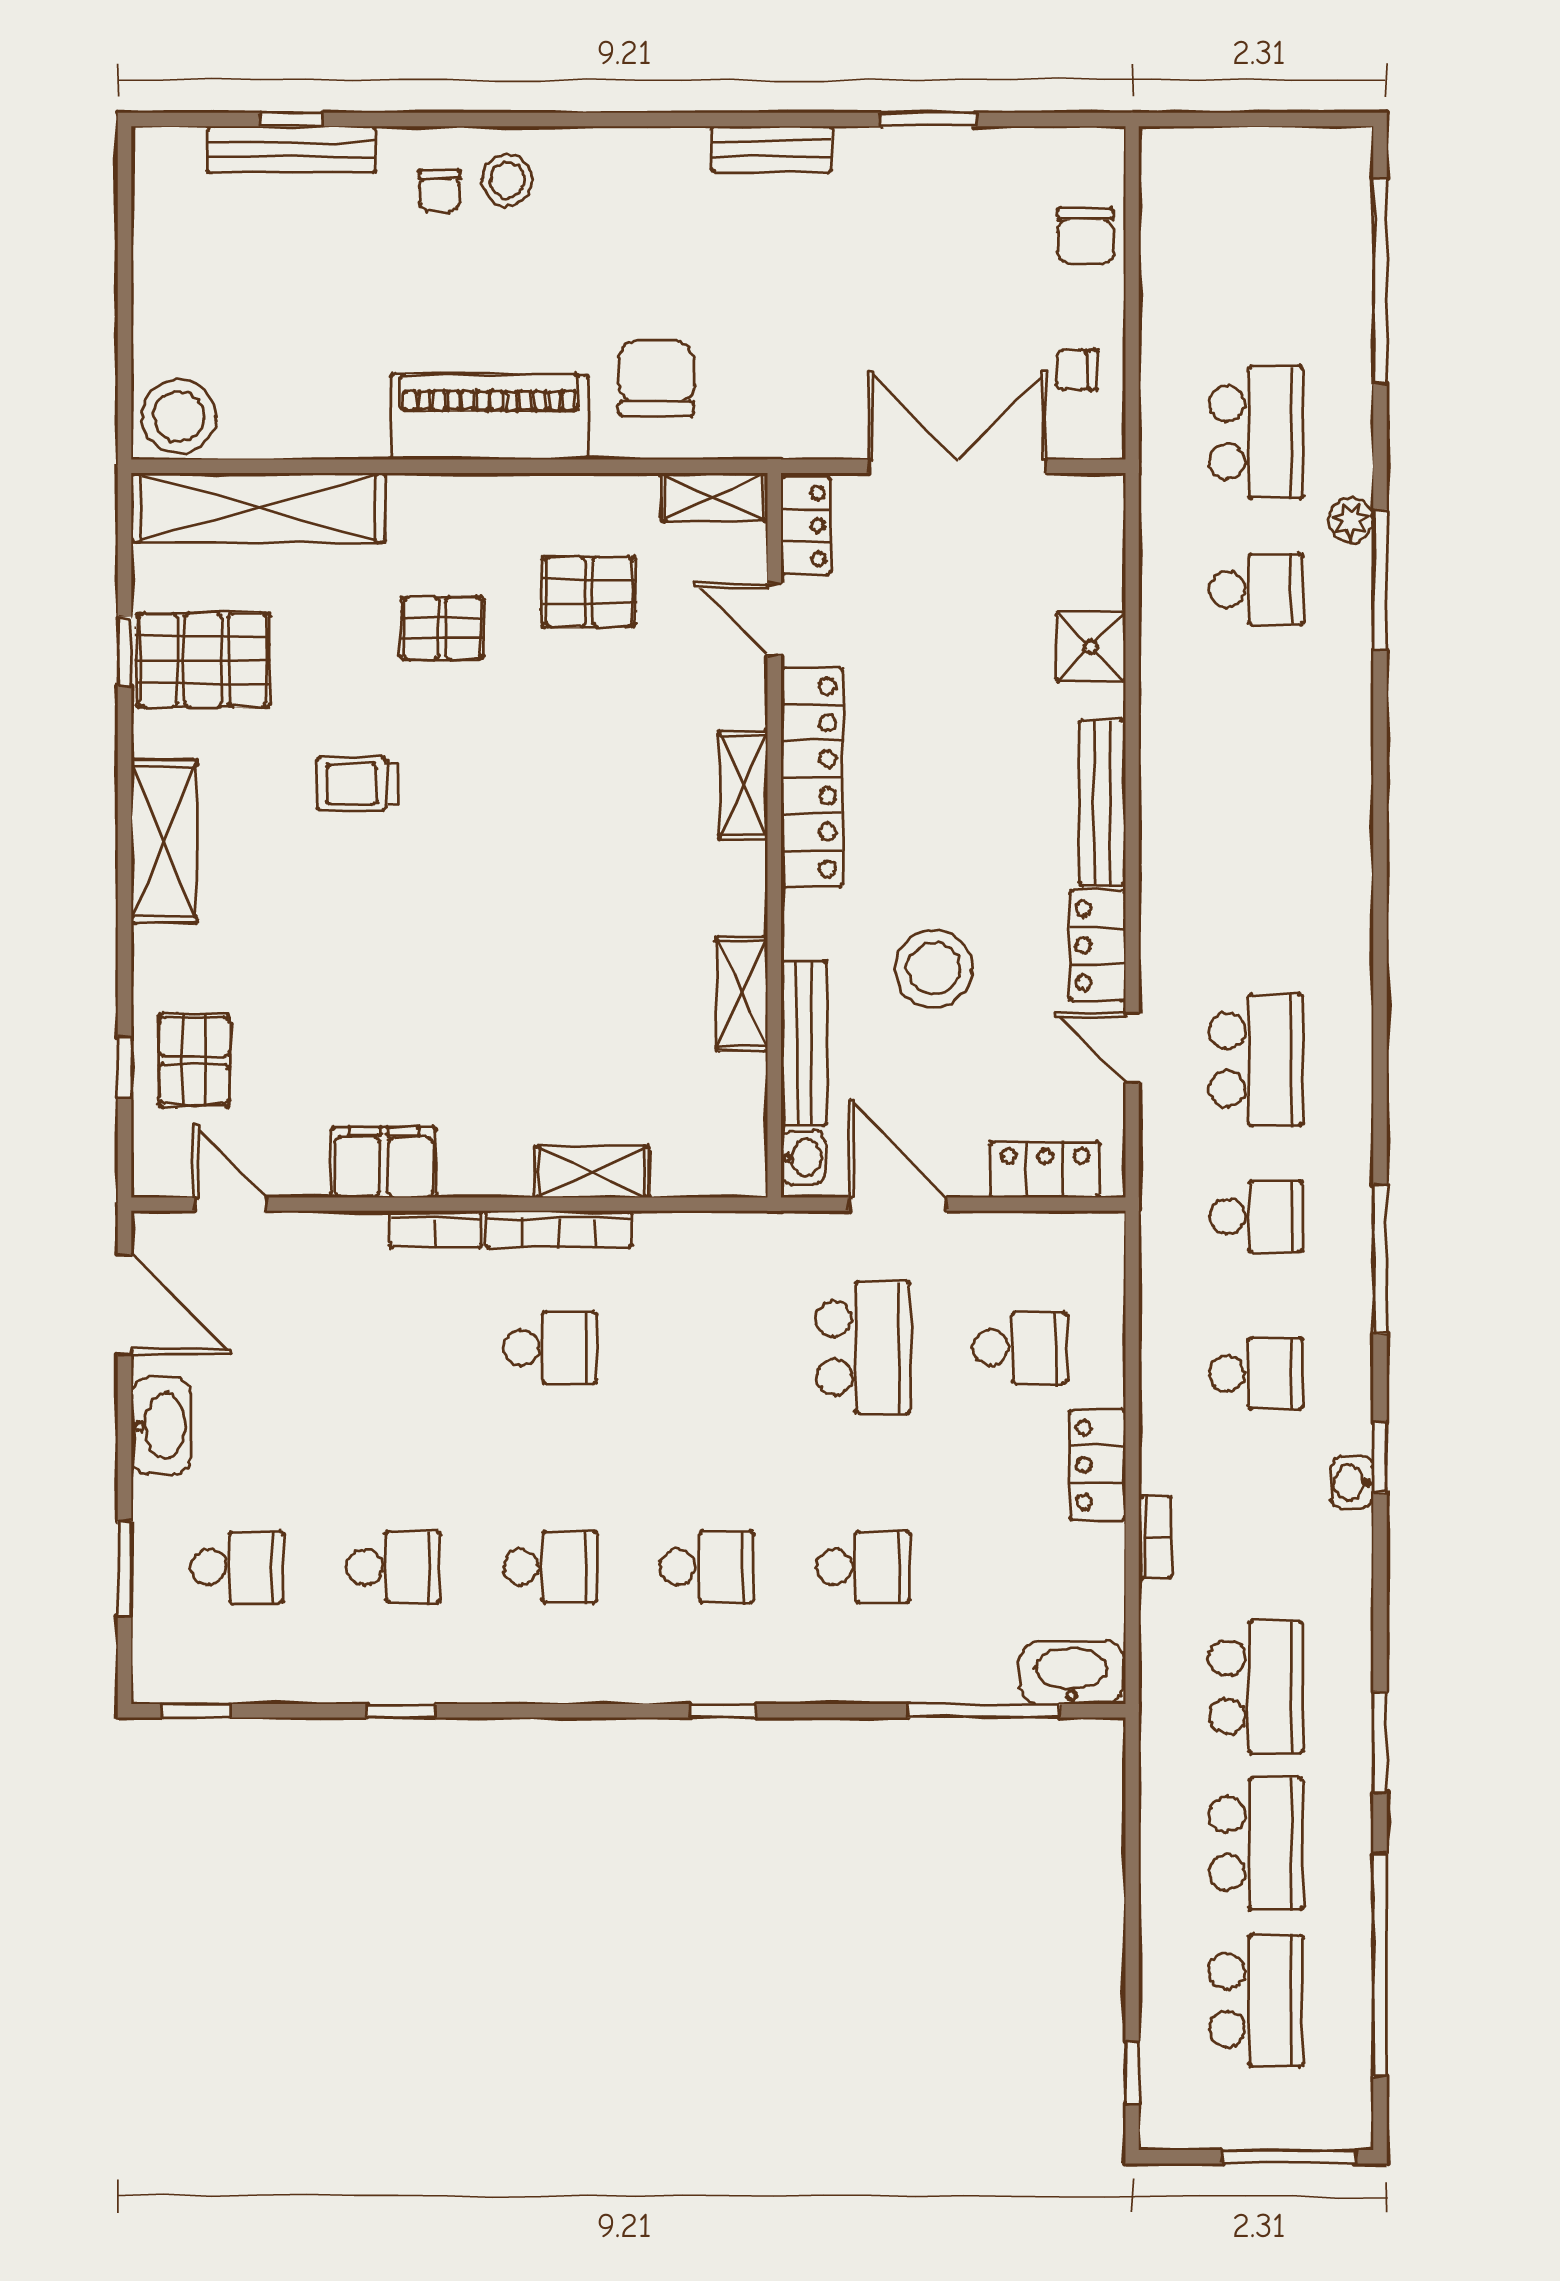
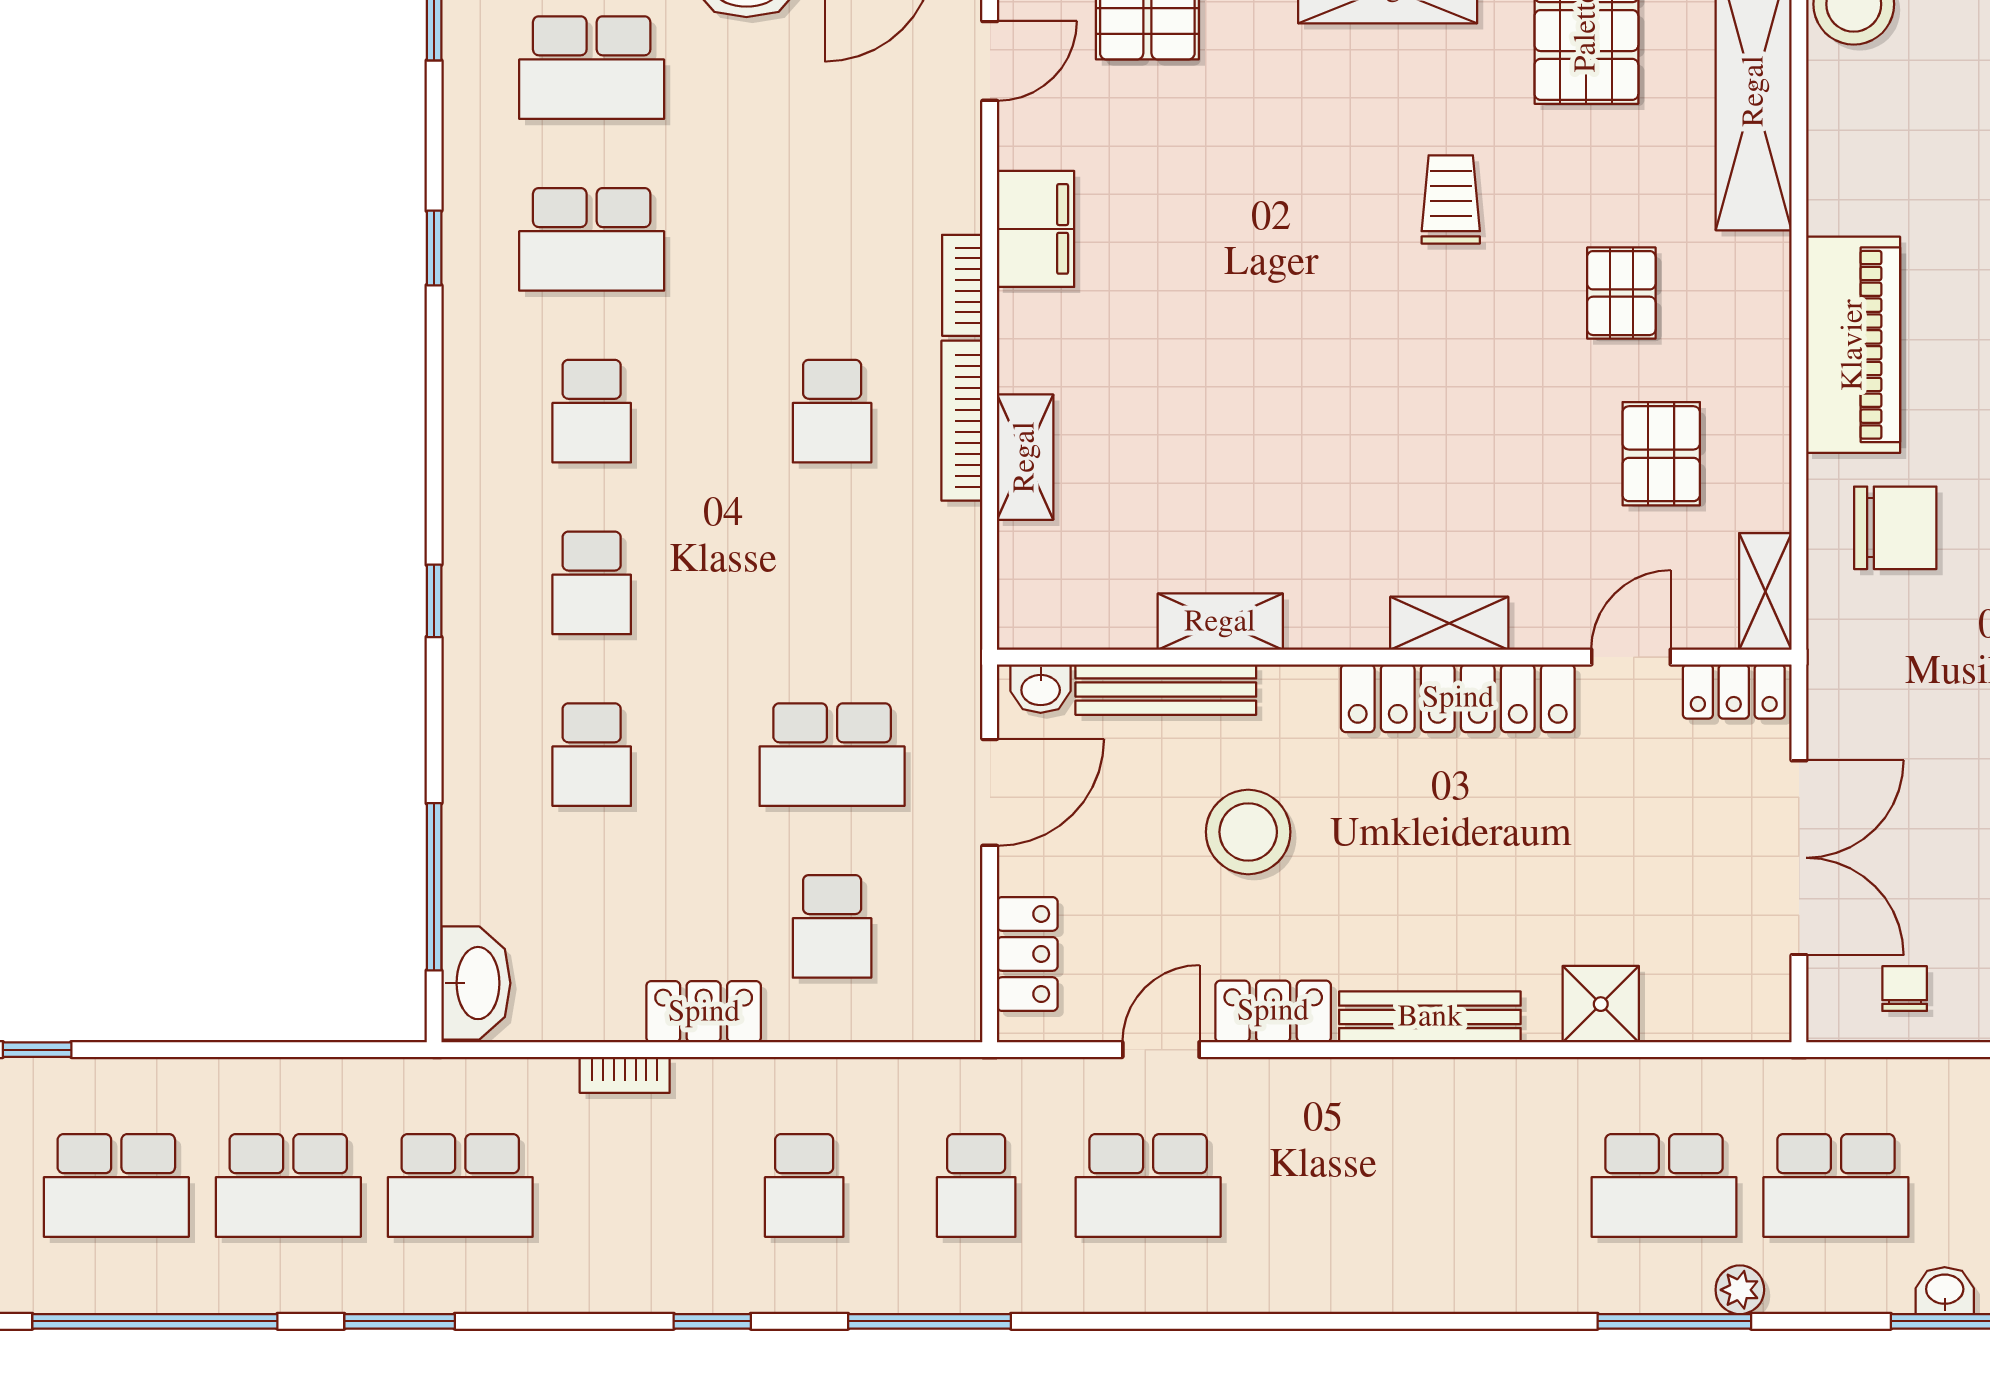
school desk: (1256, 589) -> (1664, 1185), width x1.85
washbasin: (1352, 1482) -> (1945, 1291), moved
school desk: (237, 1567) -> (592, 68), width x1.85
school desk: (393, 1567) -> (592, 239), width x1.85

